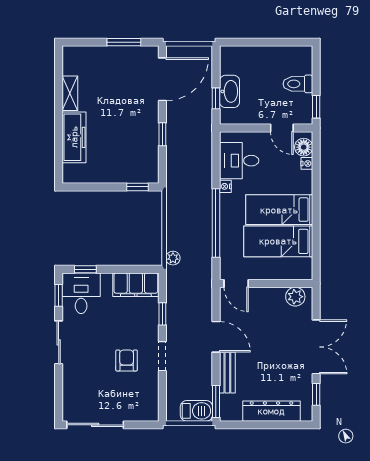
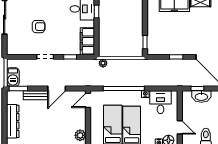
door: (282, 128) -> (180, 127), swing flipped
armchair: (127, 360) -> (39, 27), moved

